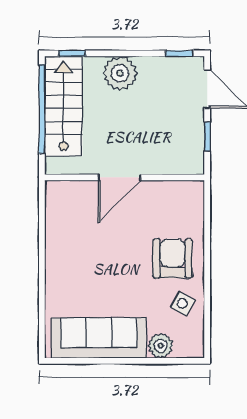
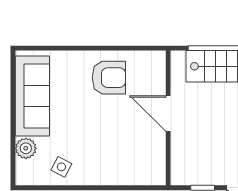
armchair: (173, 258) -> (109, 78), moved

